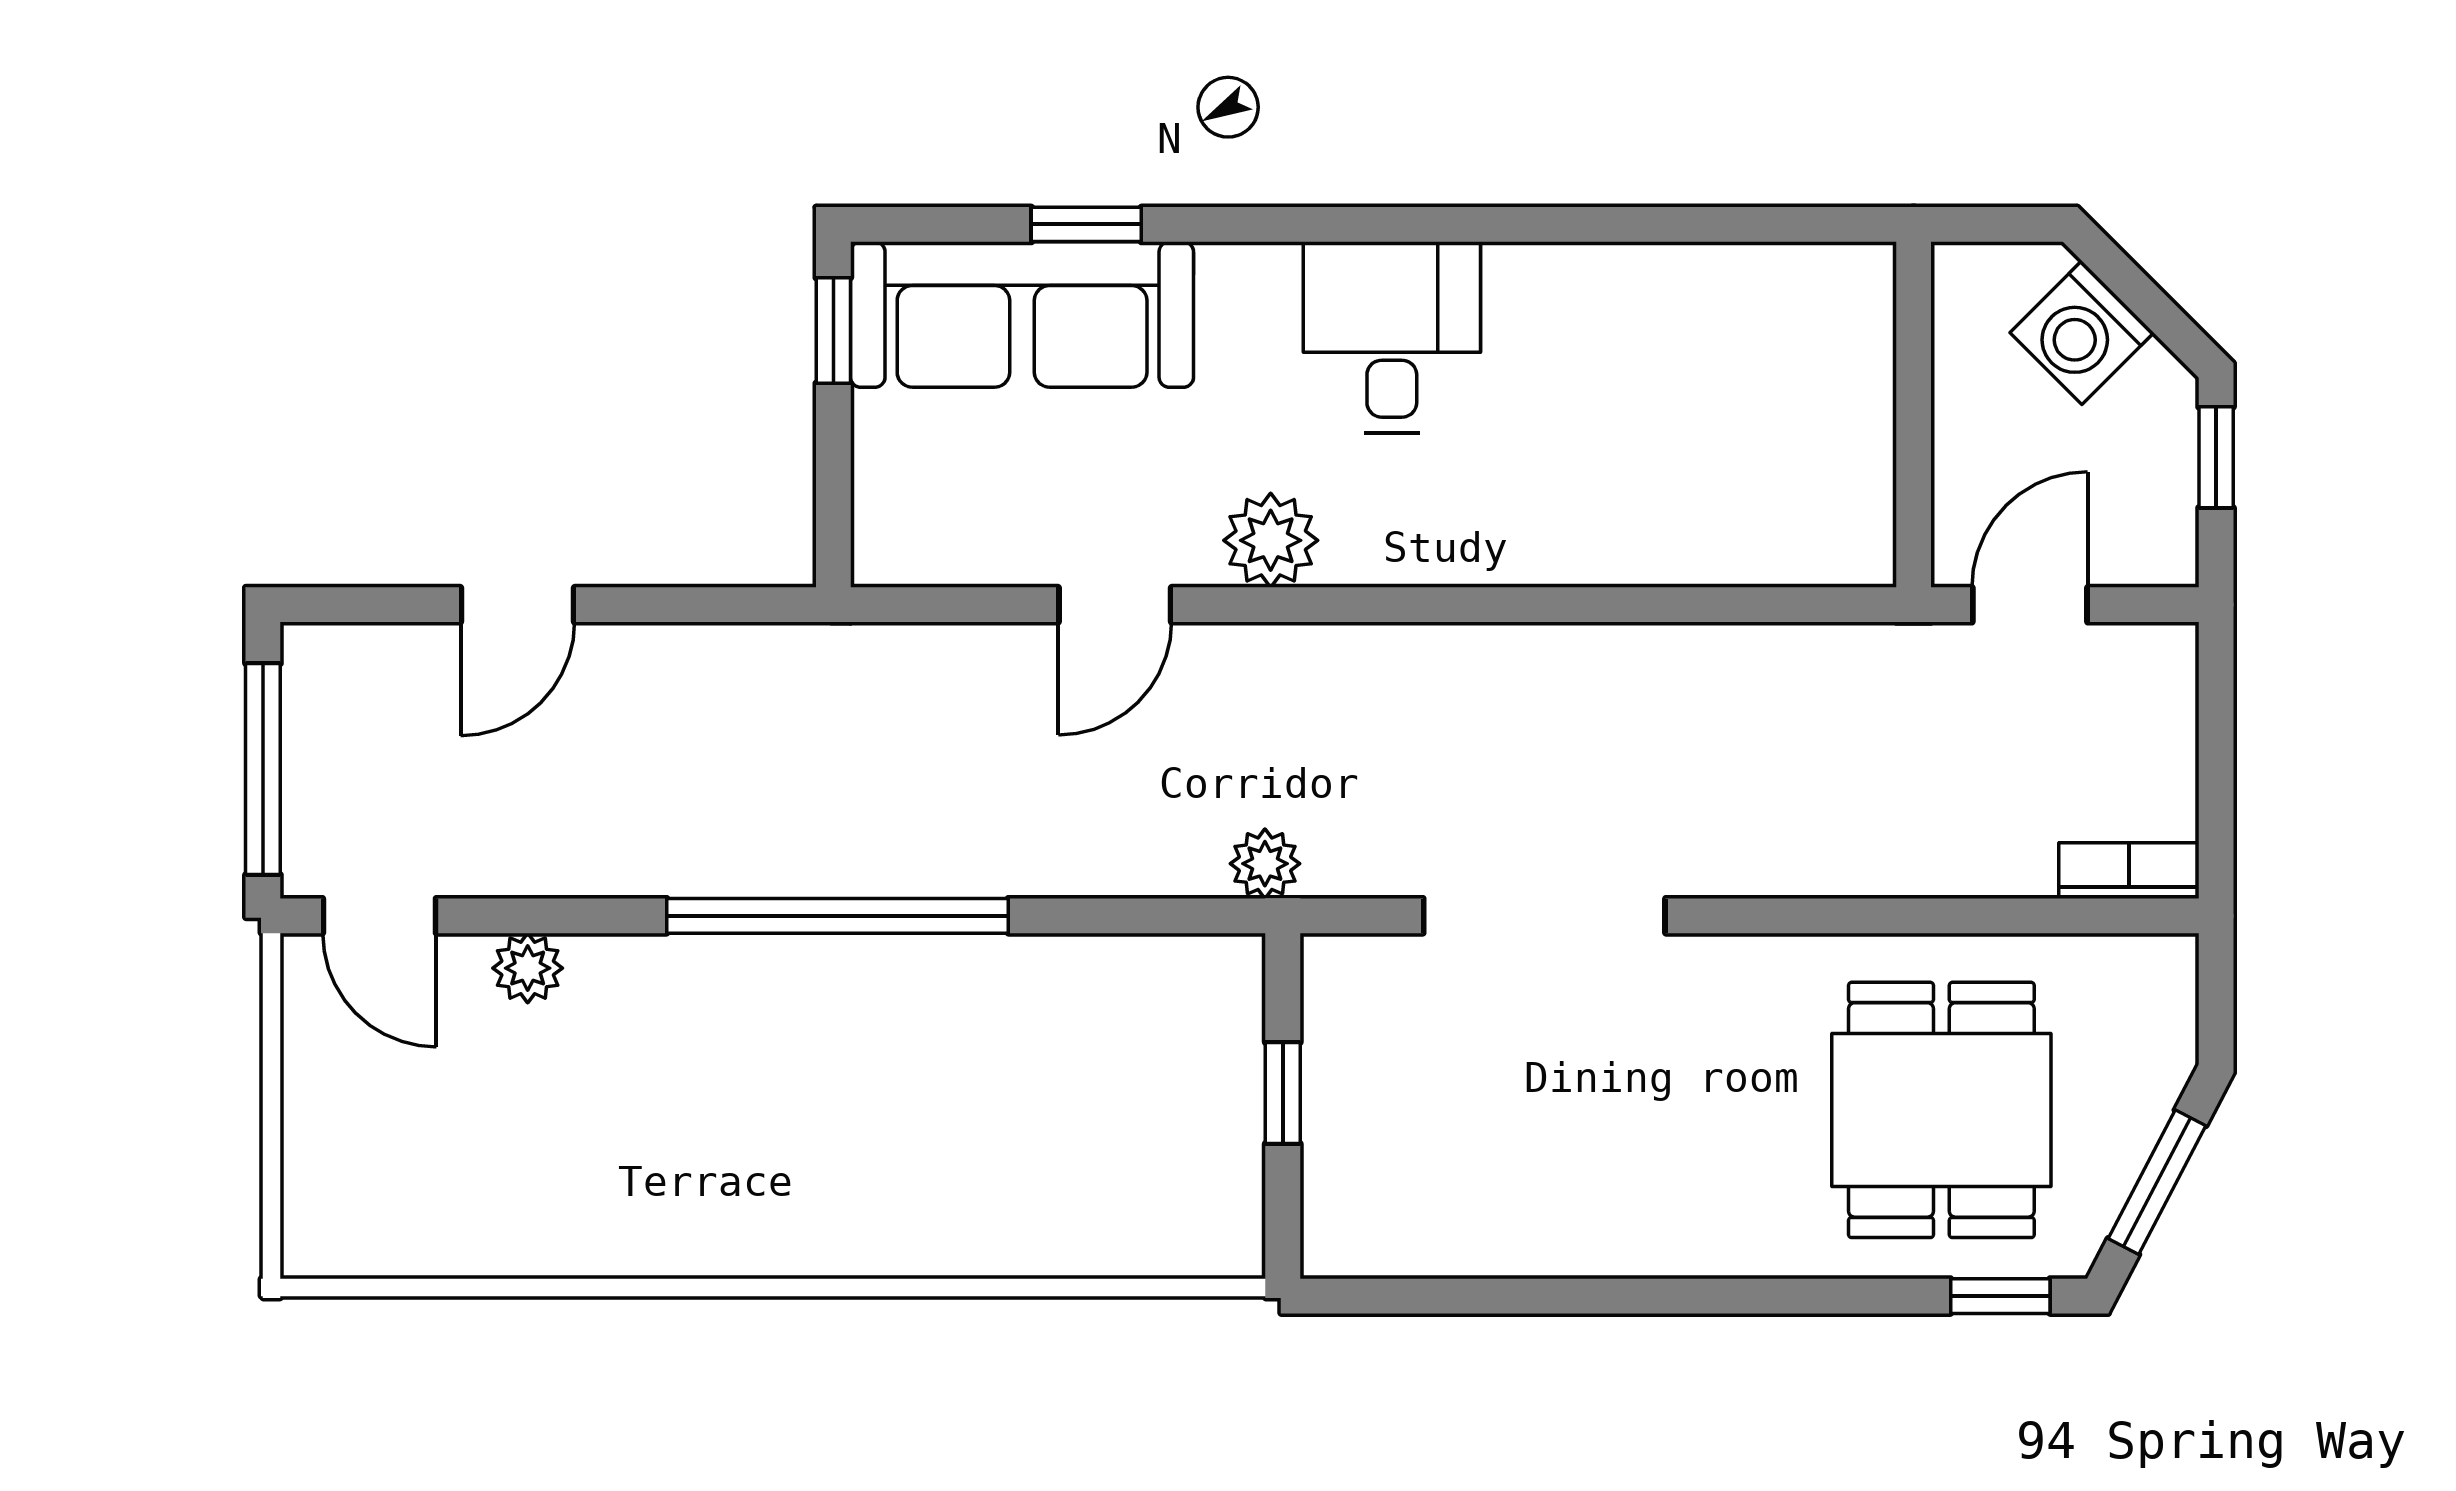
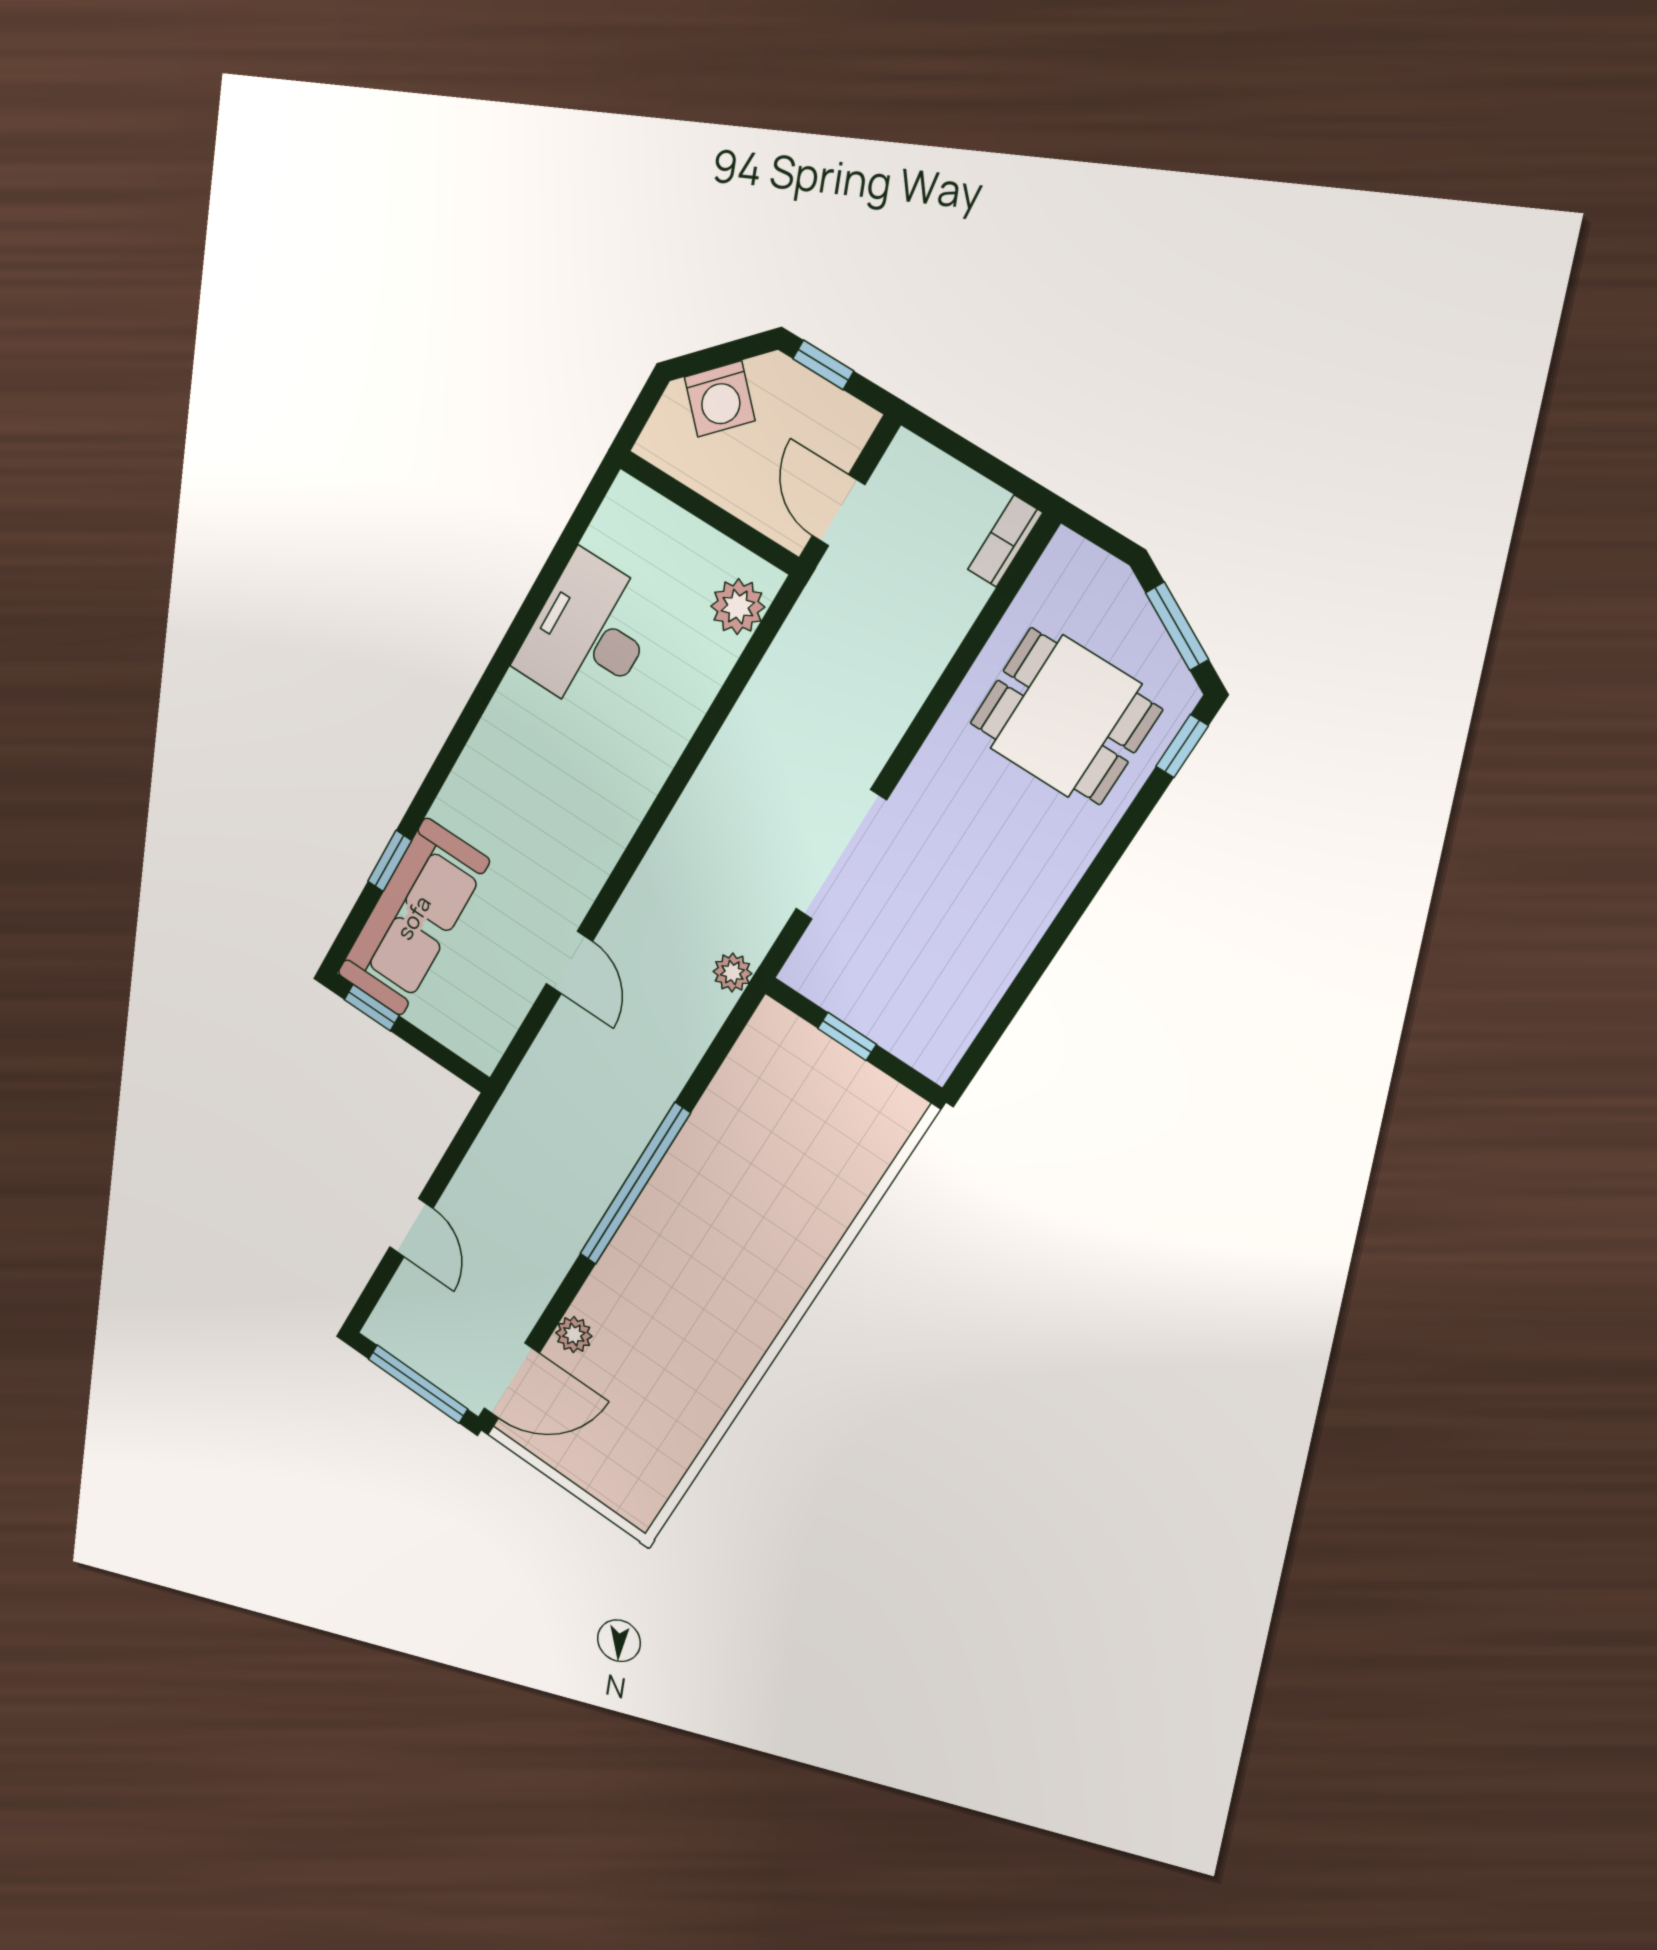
desk: (1392, 337) -> (588, 634), moved, width x1.37
plant: (1271, 540) -> (738, 607), moved
door: (379, 916) -> (512, 1381), width x1.38

